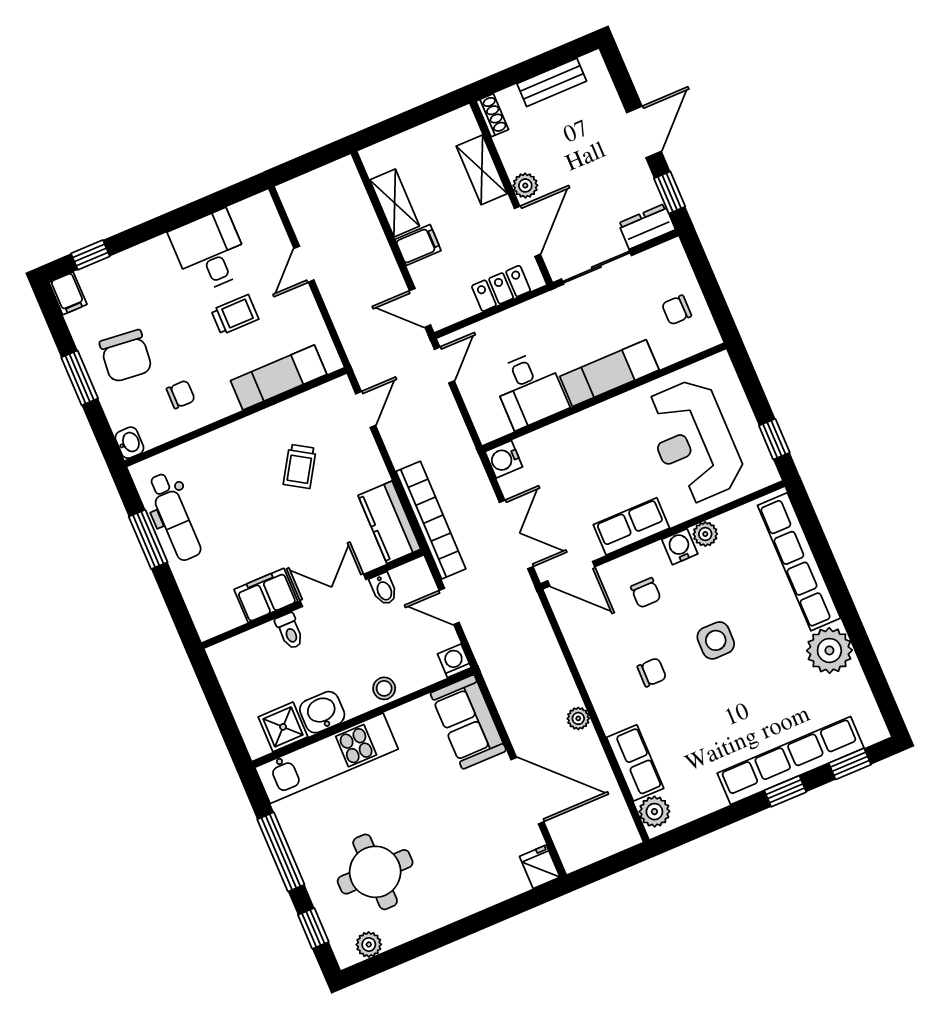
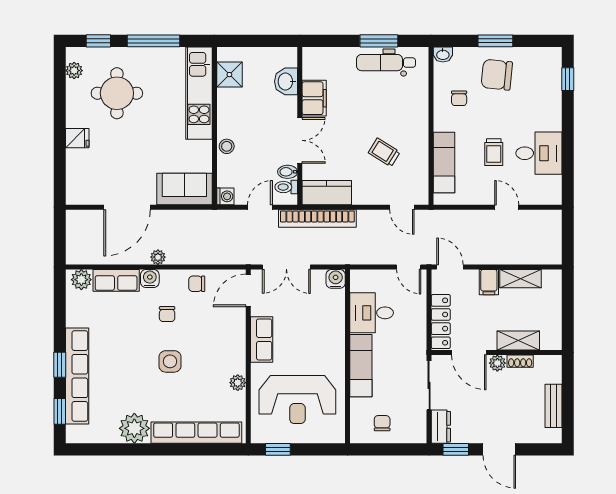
shoe rack: (492, 115) -> (520, 361), moved
locker: (501, 288) -> (441, 322), width x1.53
filing cabinet: (68, 293) -> (550, 56), removed
door: (420, 308) -> (450, 267), hinge flipped
reception desk: (694, 441) -> (297, 400), turned 180
water cooler: (680, 547) -> (150, 279), moved, turned -90
chair: (646, 593) -> (197, 284), moved
toilet: (290, 631) -> (286, 187), moved
washbasin: (322, 712) -> (286, 81), moved, turned 180
fridge: (540, 867) -> (77, 138), moved

